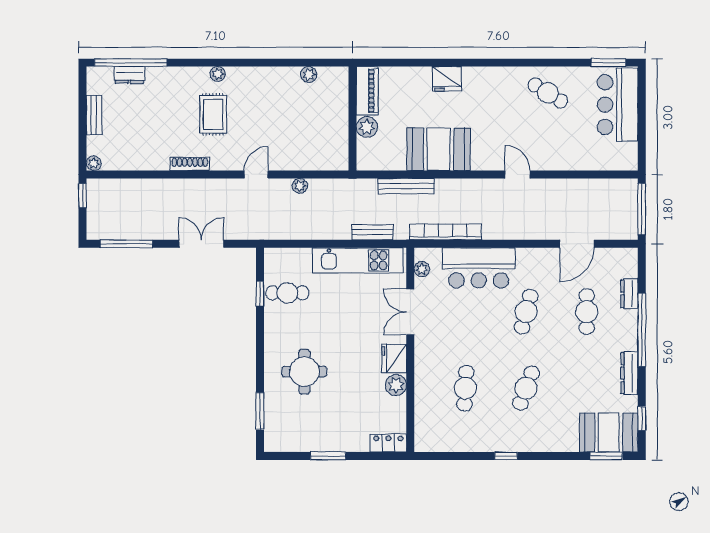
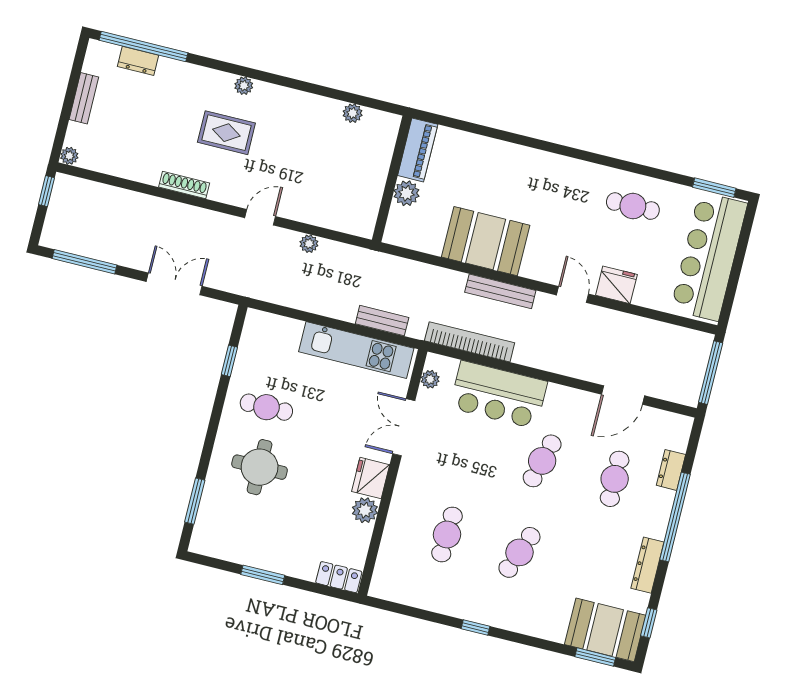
fridge: (447, 79) -> (616, 285), moved, turned 180
cafe table: (548, 93) -> (633, 206), turned -32
bar counter: (618, 105) -> (709, 256), width x1.36
rug: (213, 114) -> (226, 133), turned 90
bench: (406, 186) -> (500, 291), moved
cafe table: (287, 293) -> (266, 407), moved

